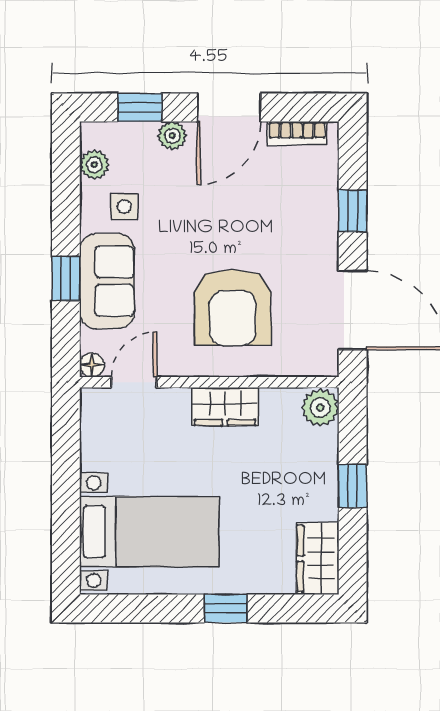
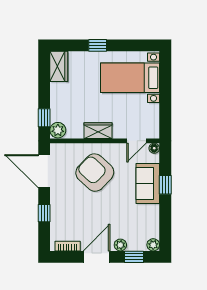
plant: (94, 165) -> (153, 245), moved
side table: (124, 207) -> (141, 215), removed
armchair: (233, 307) -> (95, 173), turned -47
window: (353, 486) -> (44, 118), moved

